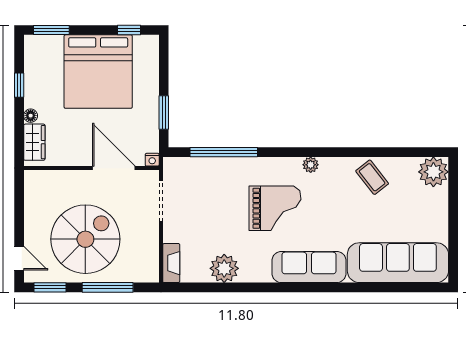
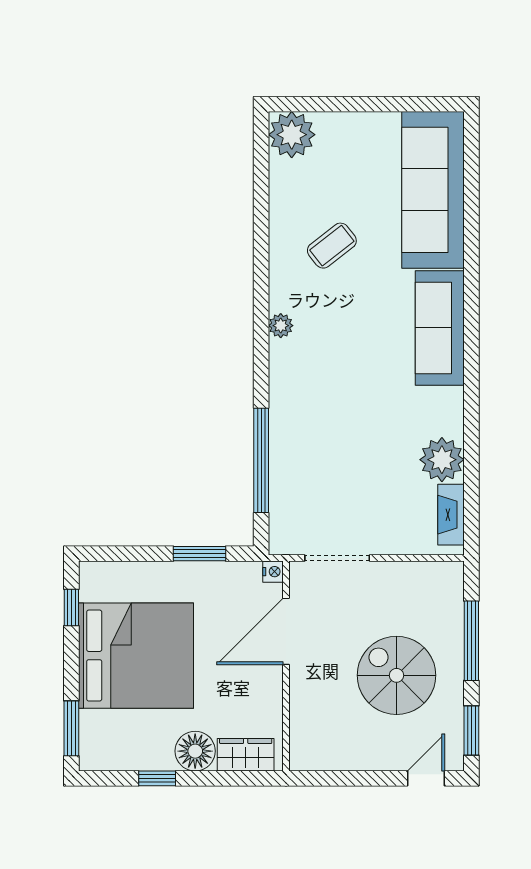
floor lamp: (31, 116) -> (195, 751), width x1.89, depth x1.89
coffee table: (372, 177) -> (332, 246), moved
grand piano: (275, 208) -> (348, 381), removed
spiral stairs: (85, 239) -> (397, 675), width x0.73, depth x0.73
fireplace: (171, 263) -> (451, 515), moved, turned -90

